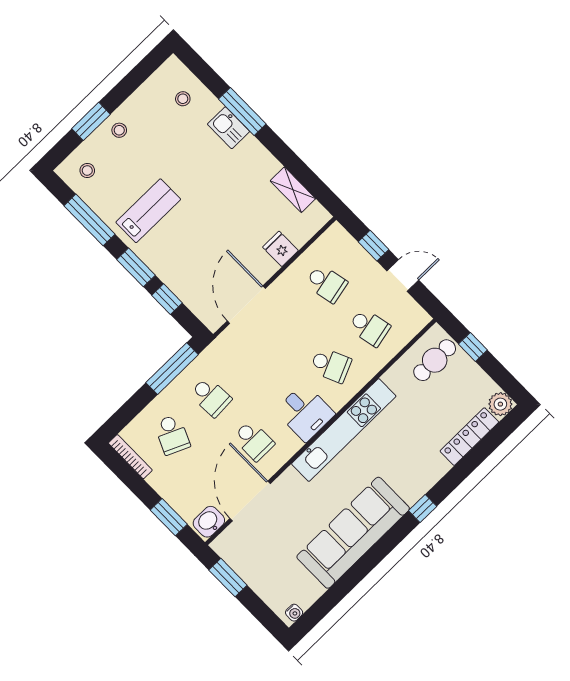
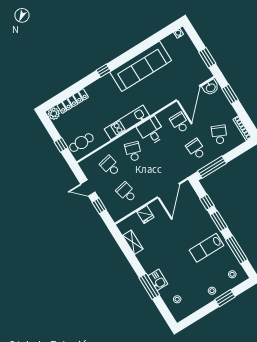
school desk: (331, 365) -> (133, 152), turned 42
kitchen unit: (344, 430) -> (127, 122), width x0.73

